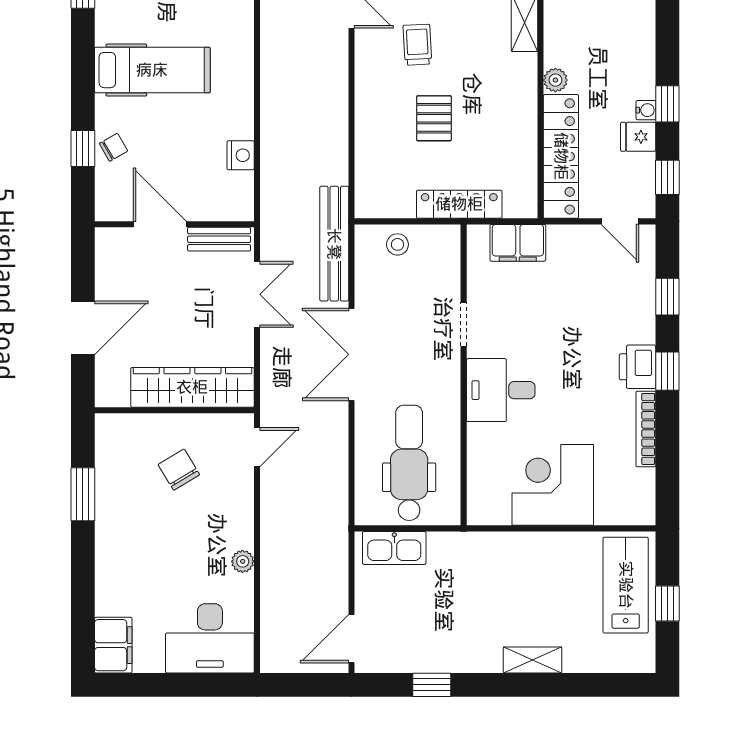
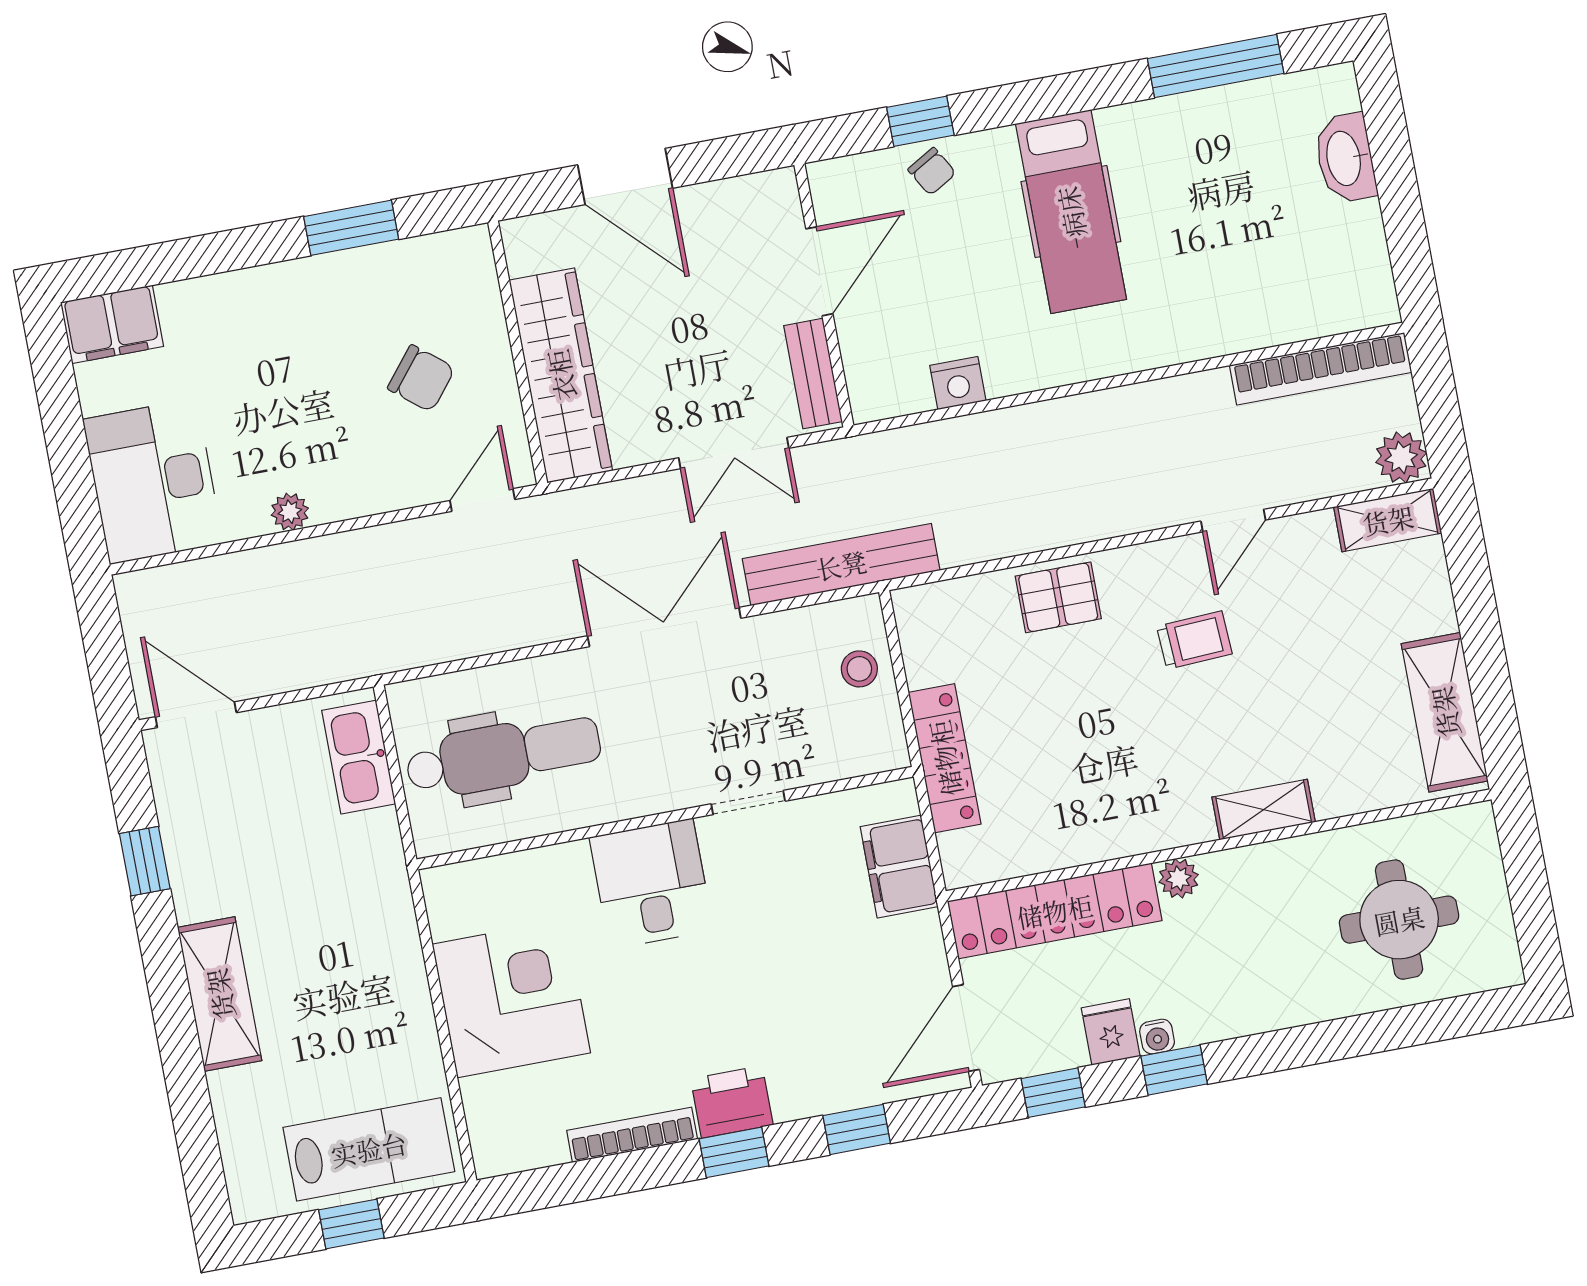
pallet: (434, 118) -> (1058, 597), moved
door: (620, 221) -> (966, 1028), width x1.38
door: (257, 447) -> (482, 500), swing flipped
chair: (179, 470) -> (421, 378), turned 70
shelving: (533, 660) -> (220, 994), width x1.50, depth x1.33

